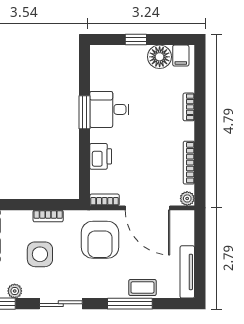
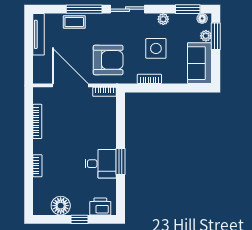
filing cabinet: (181, 56) -> (44, 207), removed
printer: (101, 156) -> (100, 206), moved, turned 90
plant: (187, 198) -> (39, 93), removed
armchair: (100, 240) -> (108, 60), turned 90
plant: (15, 291) -> (163, 19), moved
sliding door: (61, 304) -> (128, 9), moved

